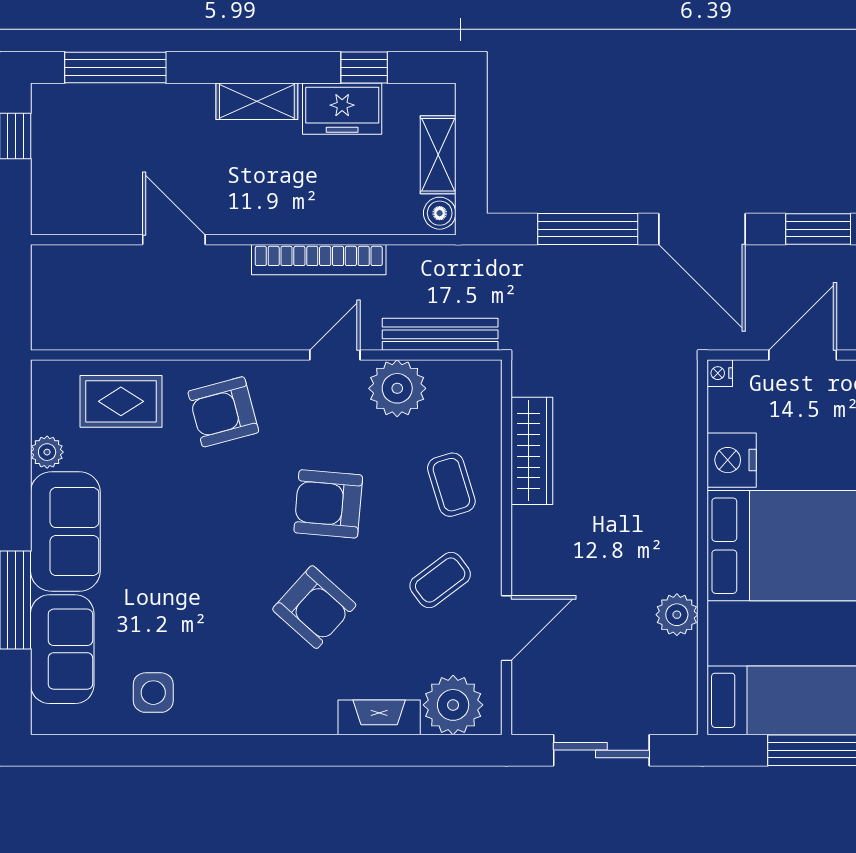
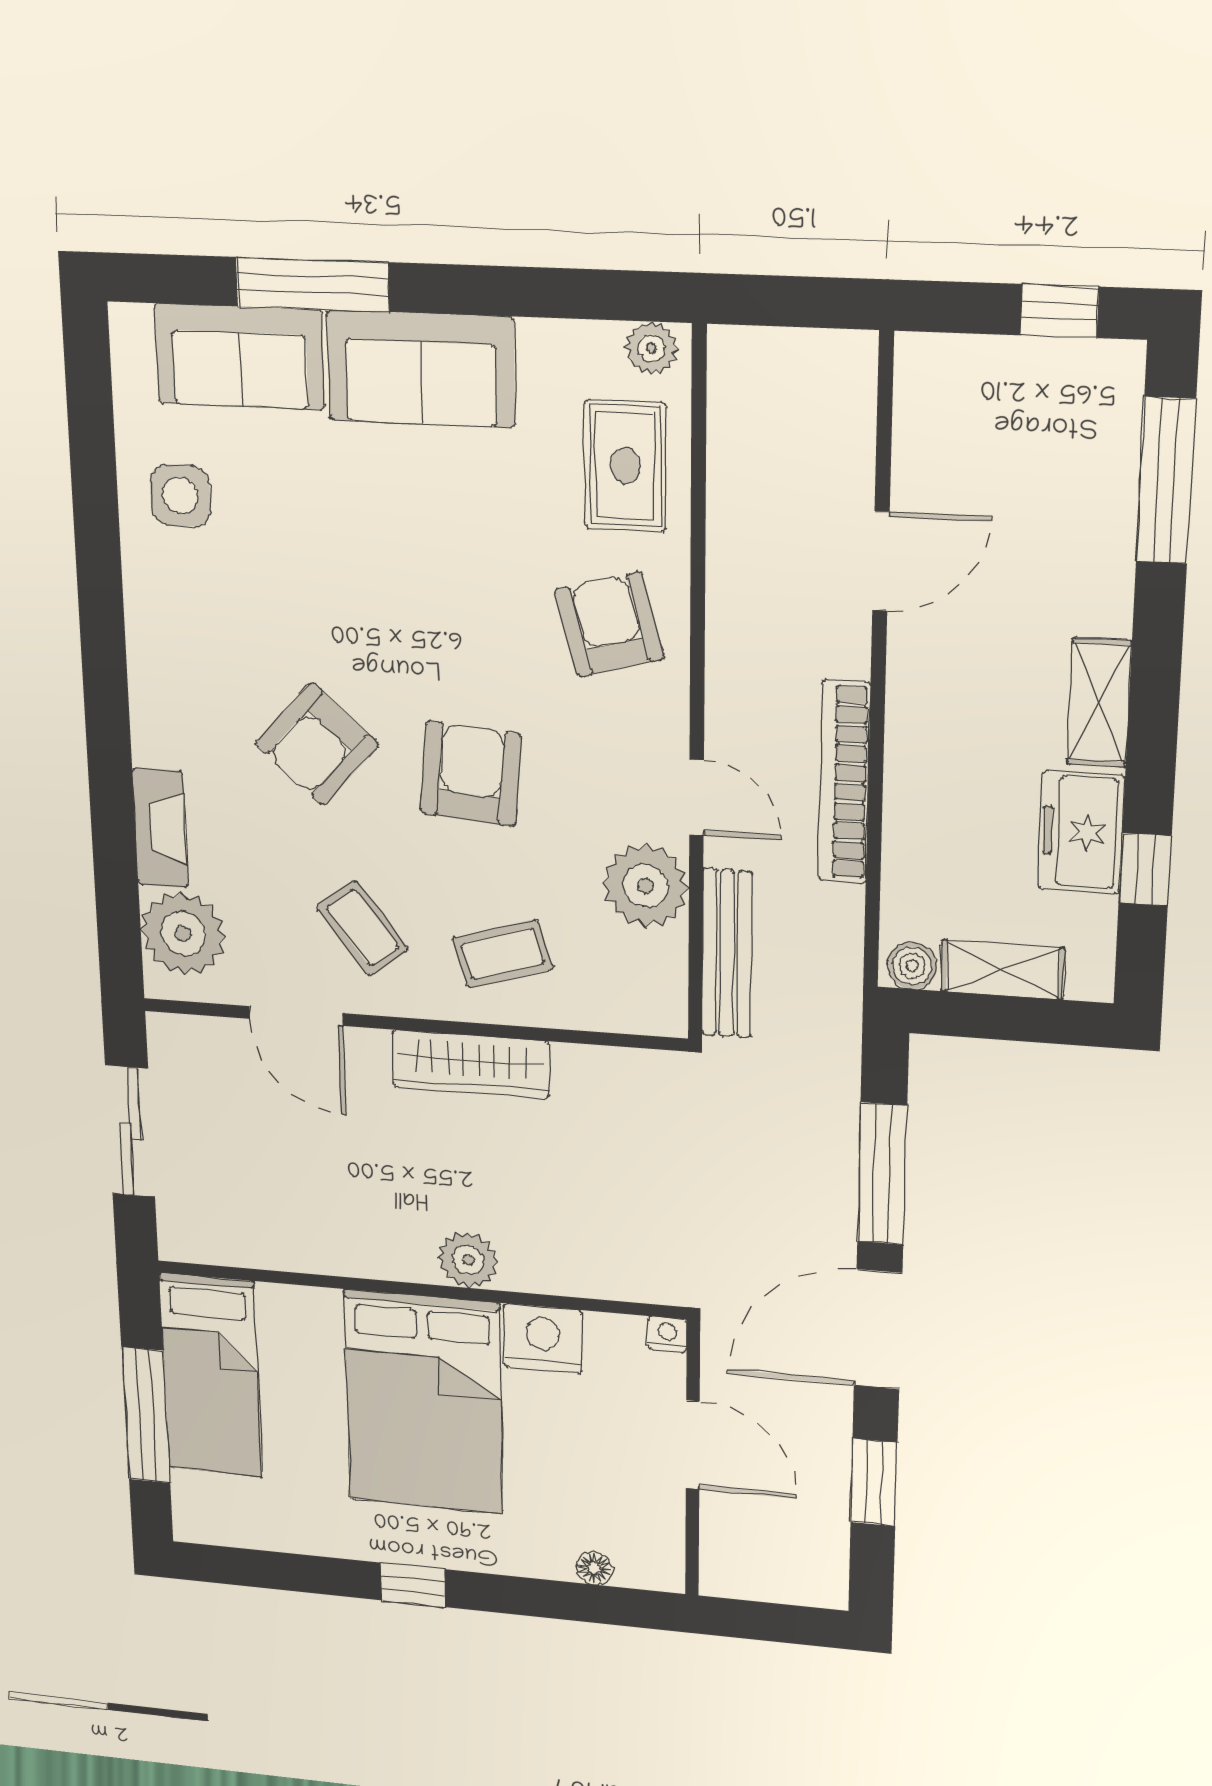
wardrobe: (532, 451) -> (471, 1064), moved
plant: (47, 452) -> (651, 348), moved
plant: (677, 615) -> (468, 1260), moved

